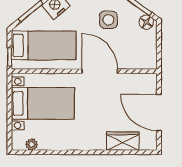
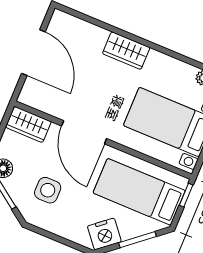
wardrobe: (141, 60) -> (29, 124), added
wardrobe: (123, 141) -> (126, 51), moved

